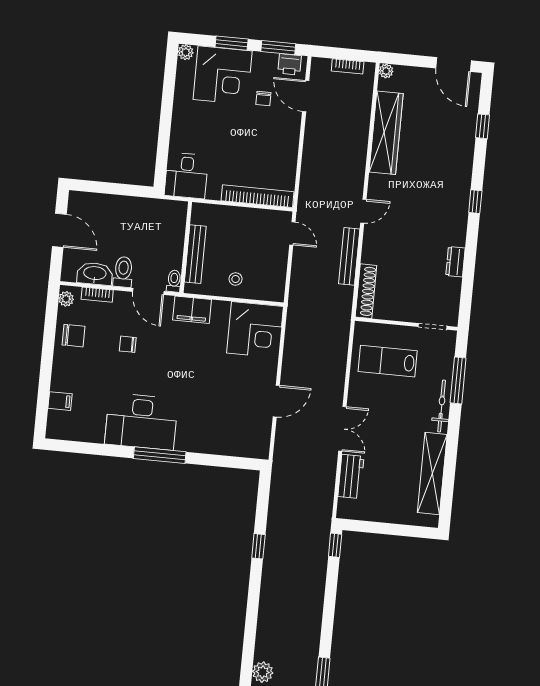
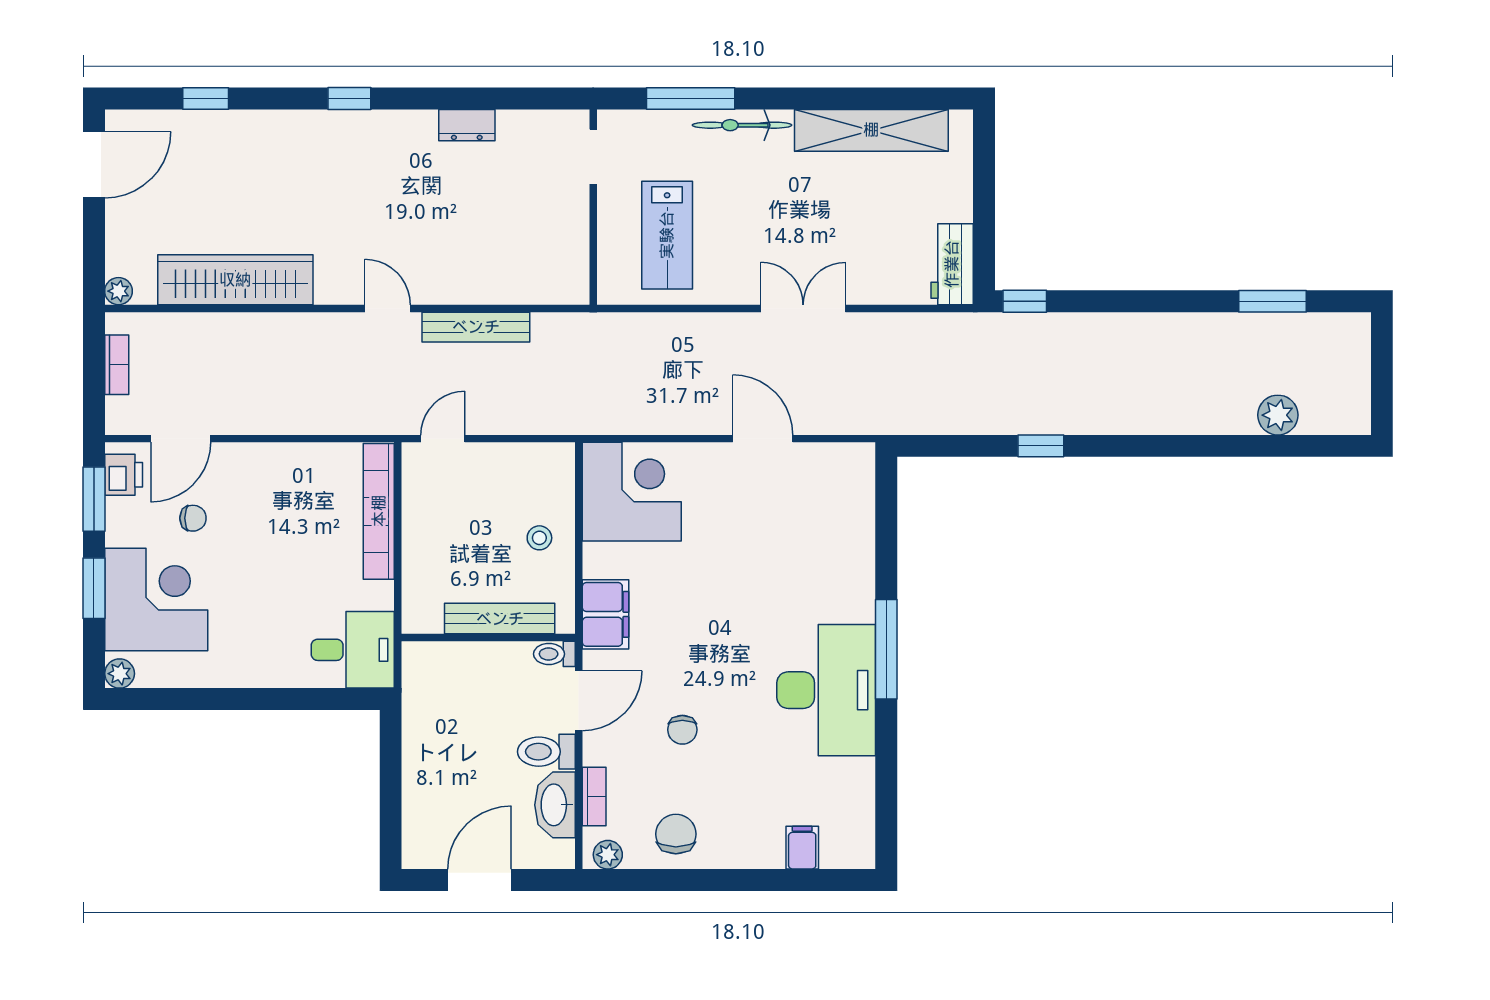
shoe rack: (366, 291) -> (539, 289), removed
workbench: (351, 476) -> (952, 264), moved, turned -90

